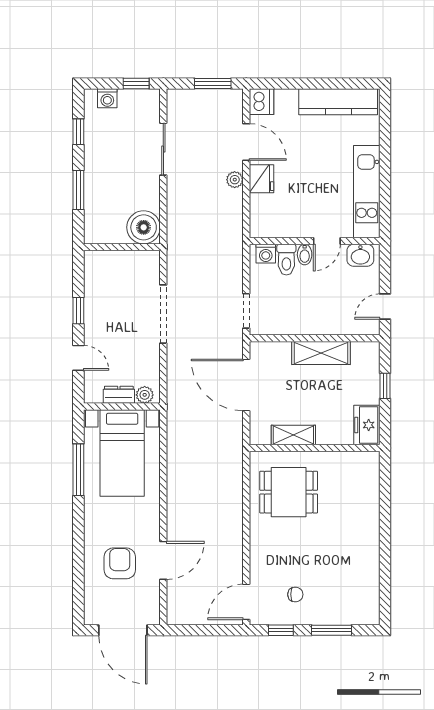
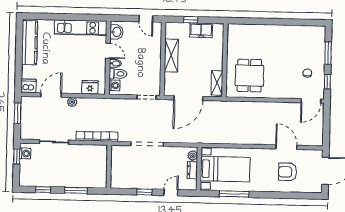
washing machine: (107, 98) -> (25, 153), moved
fridge: (261, 179) -> (90, 87), moved
bookcase: (175, 225) -> (97, 136), added
boiler: (144, 227) -> (98, 154), removed
freezer: (367, 425) -> (201, 30), moved
shelving: (293, 435) -> (217, 83), moved
door: (246, 602) -> (311, 101), hinge flipped

